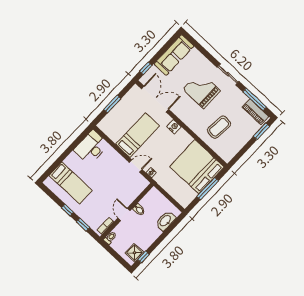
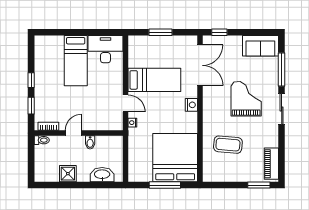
sofa: (174, 55) -> (260, 46), width x0.73
window: (255, 99) -> (282, 70), moved
bed: (71, 183) -> (76, 61), moved
shower: (134, 253) -> (68, 174), moved
window: (143, 257) -> (52, 185), removed

